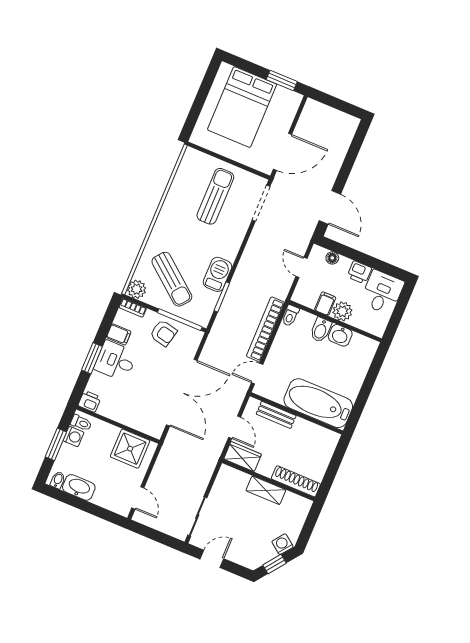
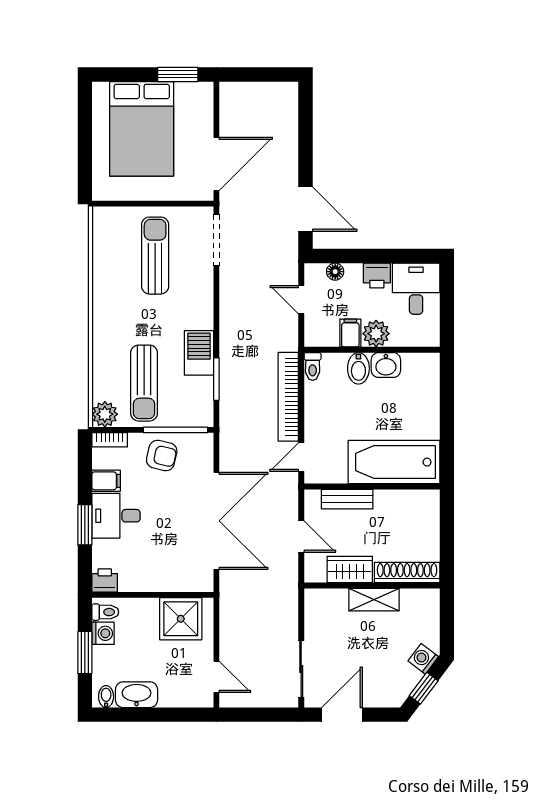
sun lounger: (172, 279) -> (144, 383), turned 51
wardrobe: (243, 457) -> (350, 570), moved
door: (212, 559) -> (342, 715), width x1.38

